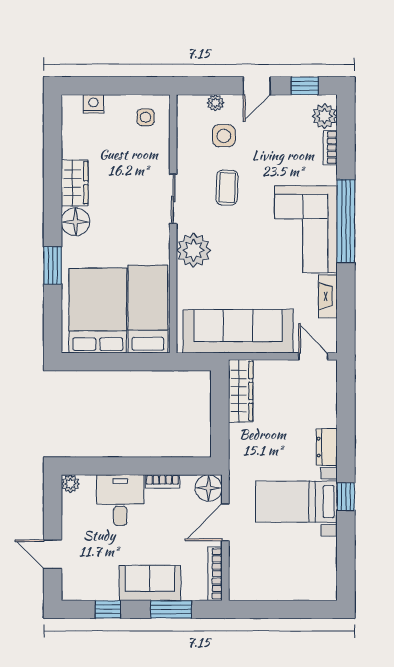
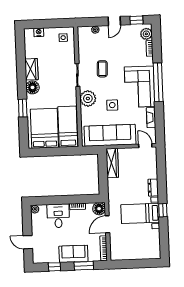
side table: (224, 136) -> (112, 105), moved

